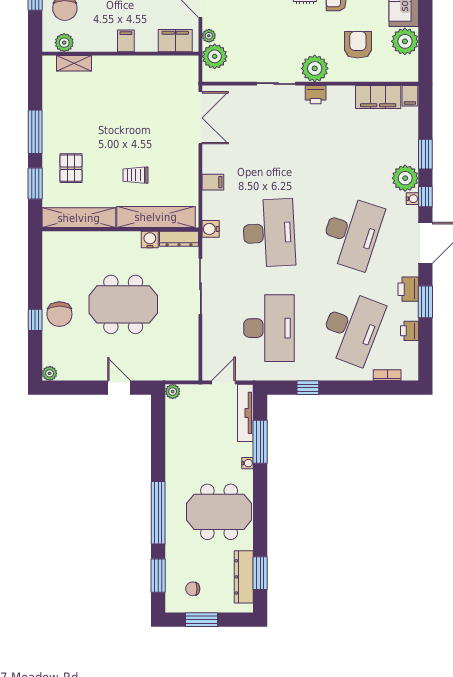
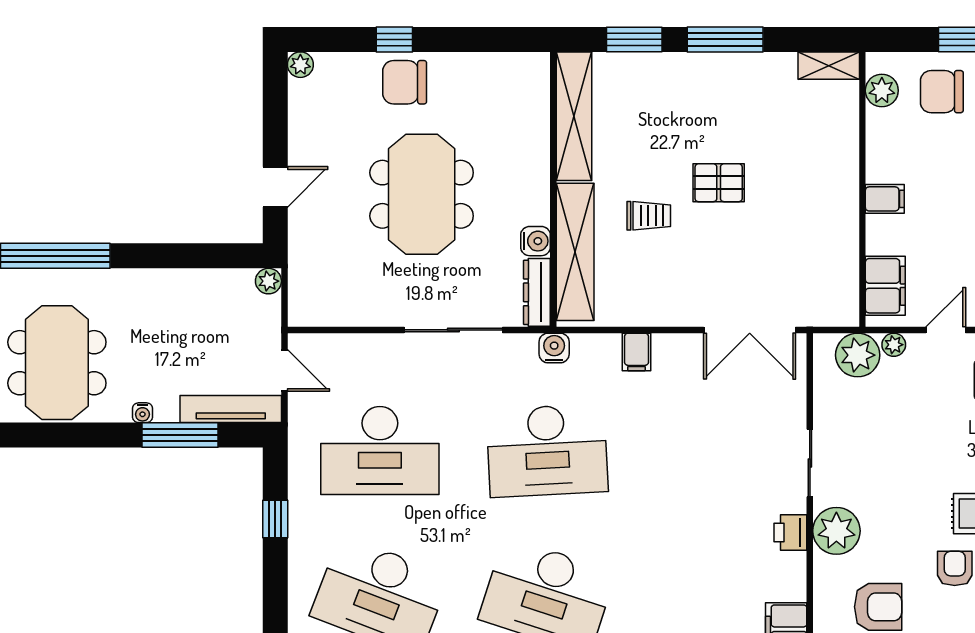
shelving: (74, 63) -> (829, 66), moved, turned 90
pallet: (71, 168) -> (719, 183), moved
trolley: (135, 175) -> (649, 216), turned 90

